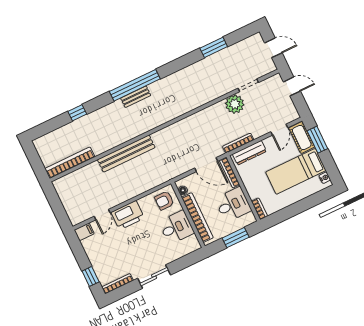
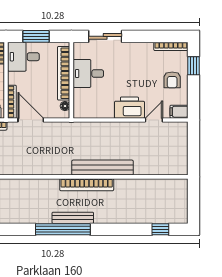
bench: (136, 97) -> (73, 218), width x1.36
window: (77, 113) -> (160, 229), moved
bookcase: (70, 163) -> (87, 185), moved
armchair: (164, 201) -> (172, 80), moved, turned 90
desk: (233, 205) -> (23, 57), moved
sliding door: (154, 277) -> (105, 36), moved

